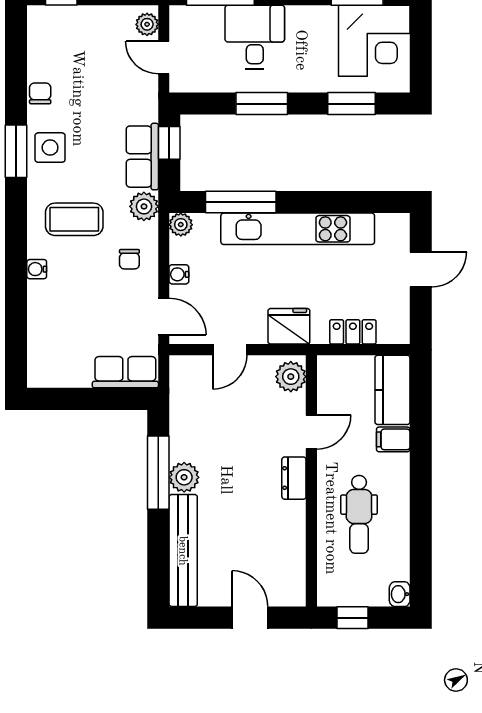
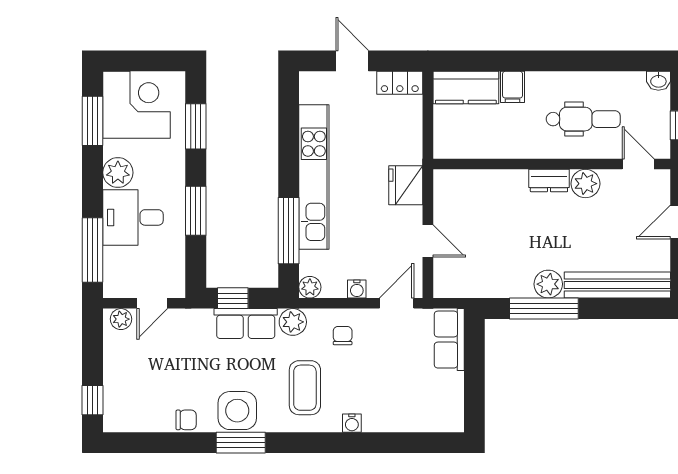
plant: (302, 21) -> (118, 173), added
chair: (40, 93) -> (186, 420), turned 180
side table: (50, 148) -> (237, 411), width x1.37, depth x1.37
chair: (129, 259) -> (343, 336), turned -90
locker: (353, 332) -> (400, 83), moved, turned -90
plant: (291, 377) -> (585, 184), moved
door: (311, 432) -> (638, 164), moved

